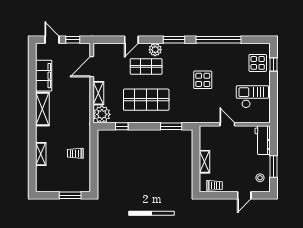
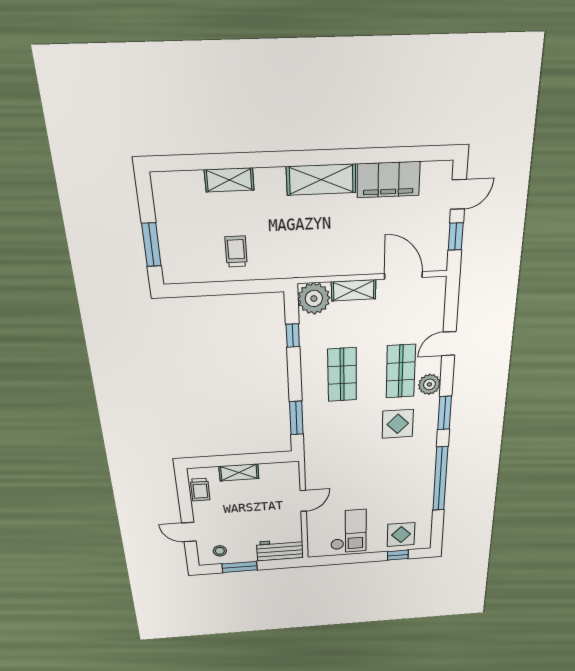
door: (131, 40) -> (449, 344), hinge flipped
display table: (203, 80) -> (398, 424), moved
shop shelf: (146, 100) -> (342, 375), width x0.70, depth x0.74

